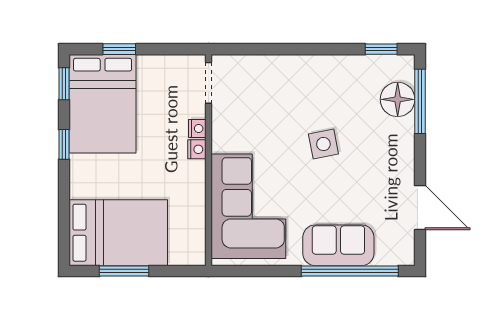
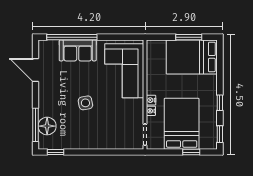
bed: (103, 104) -> (182, 124), moved

